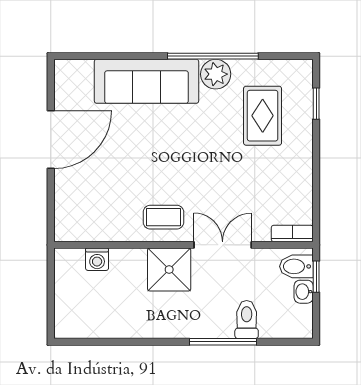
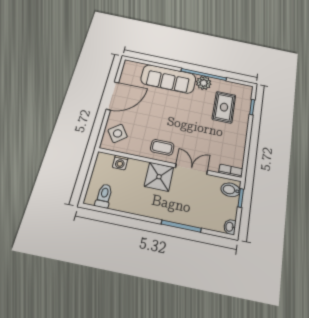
side table: (79, 209) -> (118, 133), added
washbasin: (304, 292) -> (230, 227), moved
toilet: (247, 320) -> (104, 196), moved

